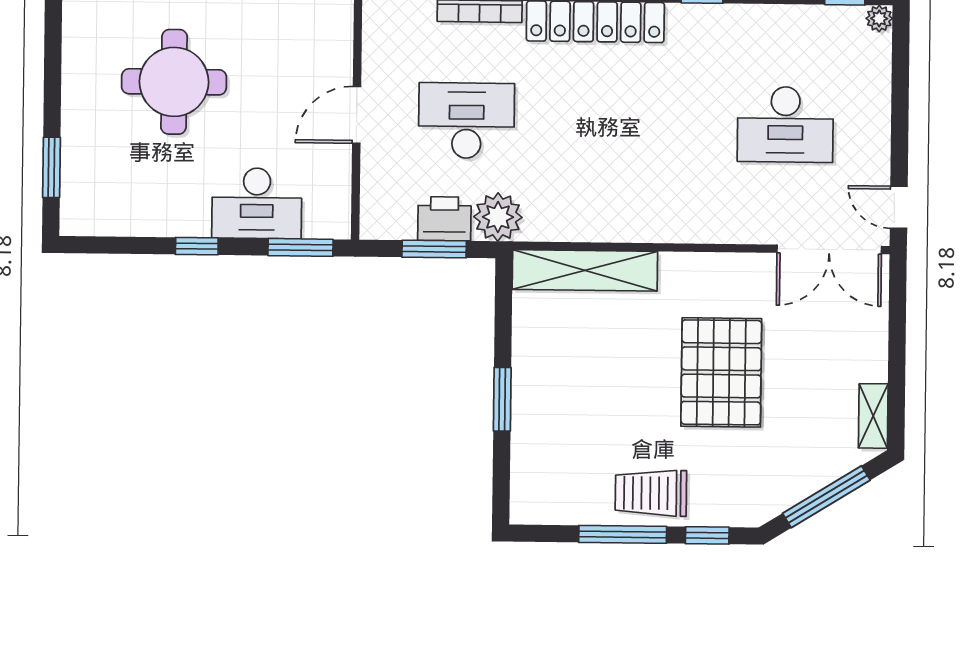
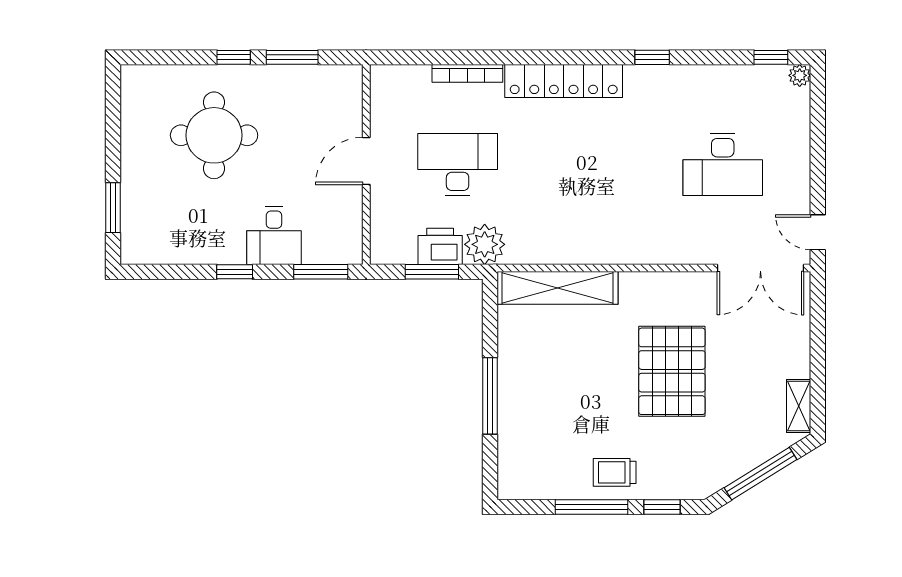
desk: (257, 203) -> (274, 235), width x0.73
window: (502, 399) -> (490, 396), width x1.44
trolley: (651, 493) -> (615, 472), width x0.73, depth x0.72

